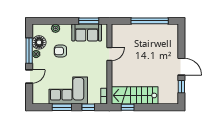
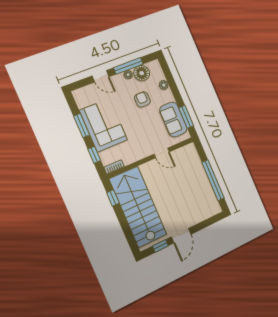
stairs: (135, 95) -> (138, 207), width x1.36, depth x1.51

